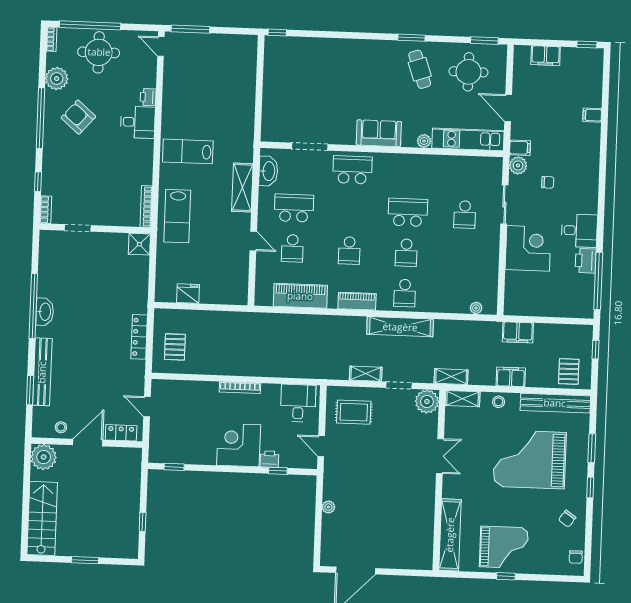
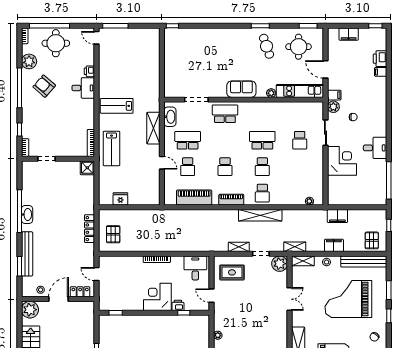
printer: (586, 261) -> (380, 59), moved

